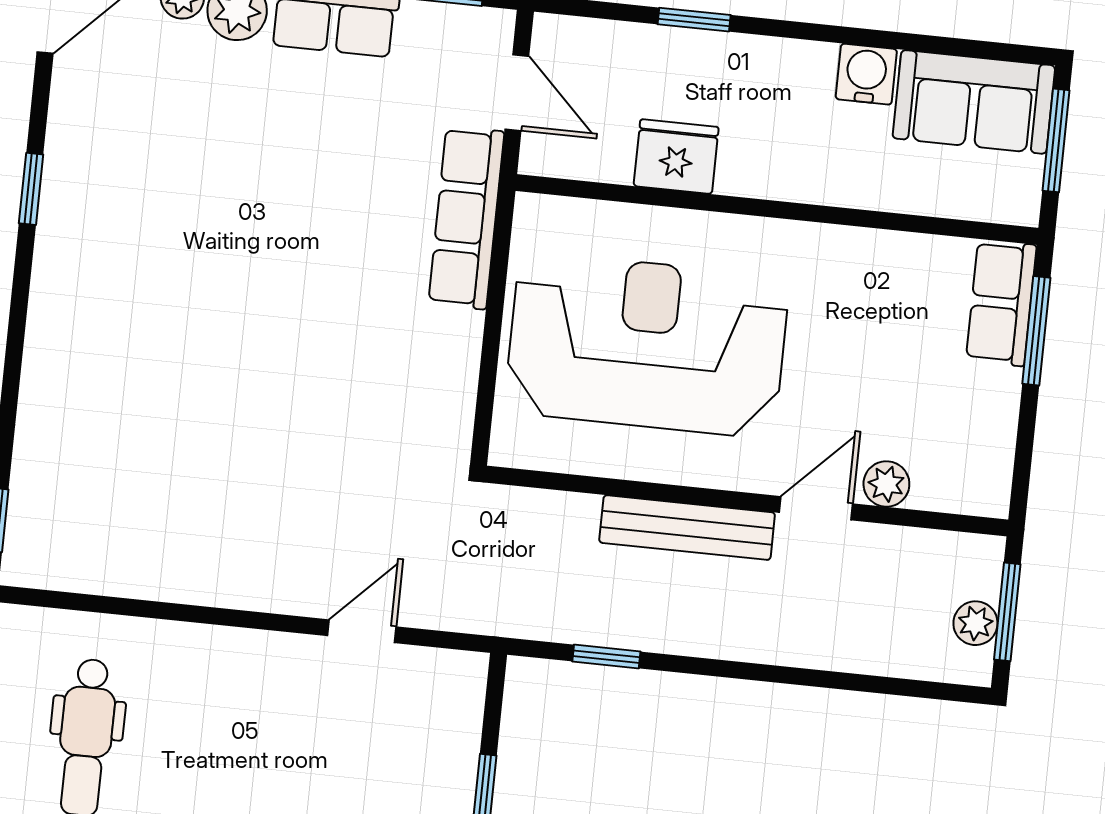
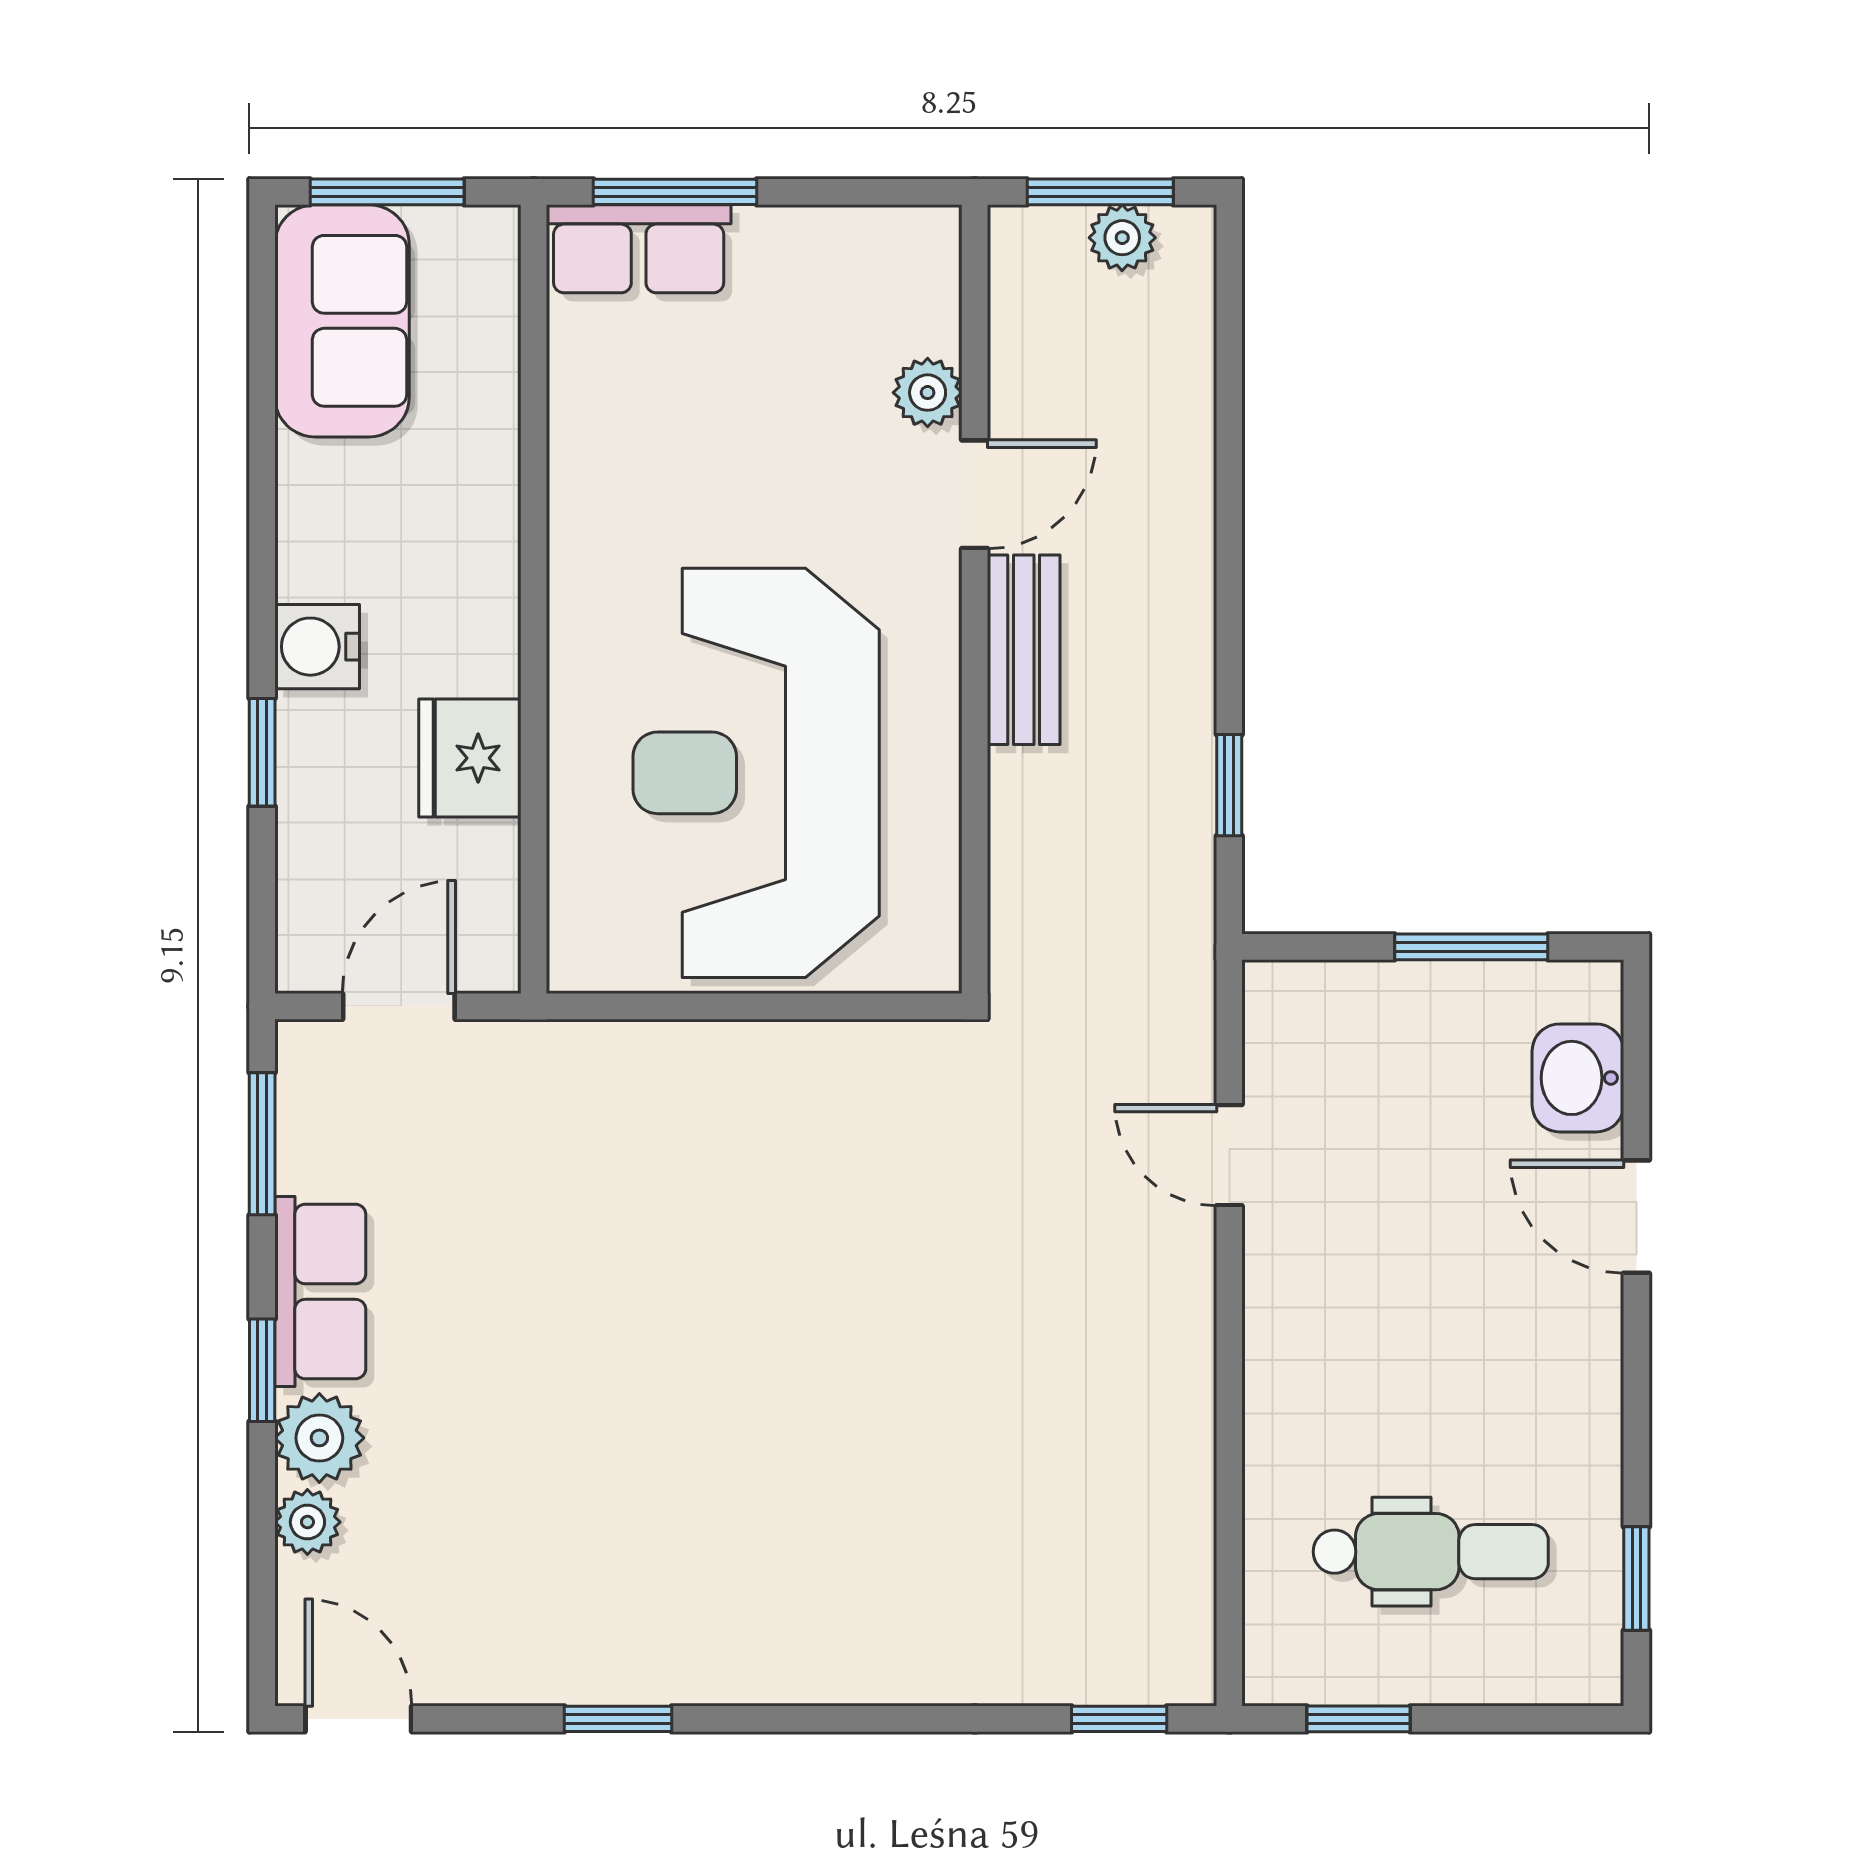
water cooler: (866, 74) -> (317, 647), moved
row of seats: (466, 218) -> (594, 1063), removed
door: (816, 508) -> (975, 494), swing flipped
bench: (687, 528) -> (1024, 650), width x0.73

